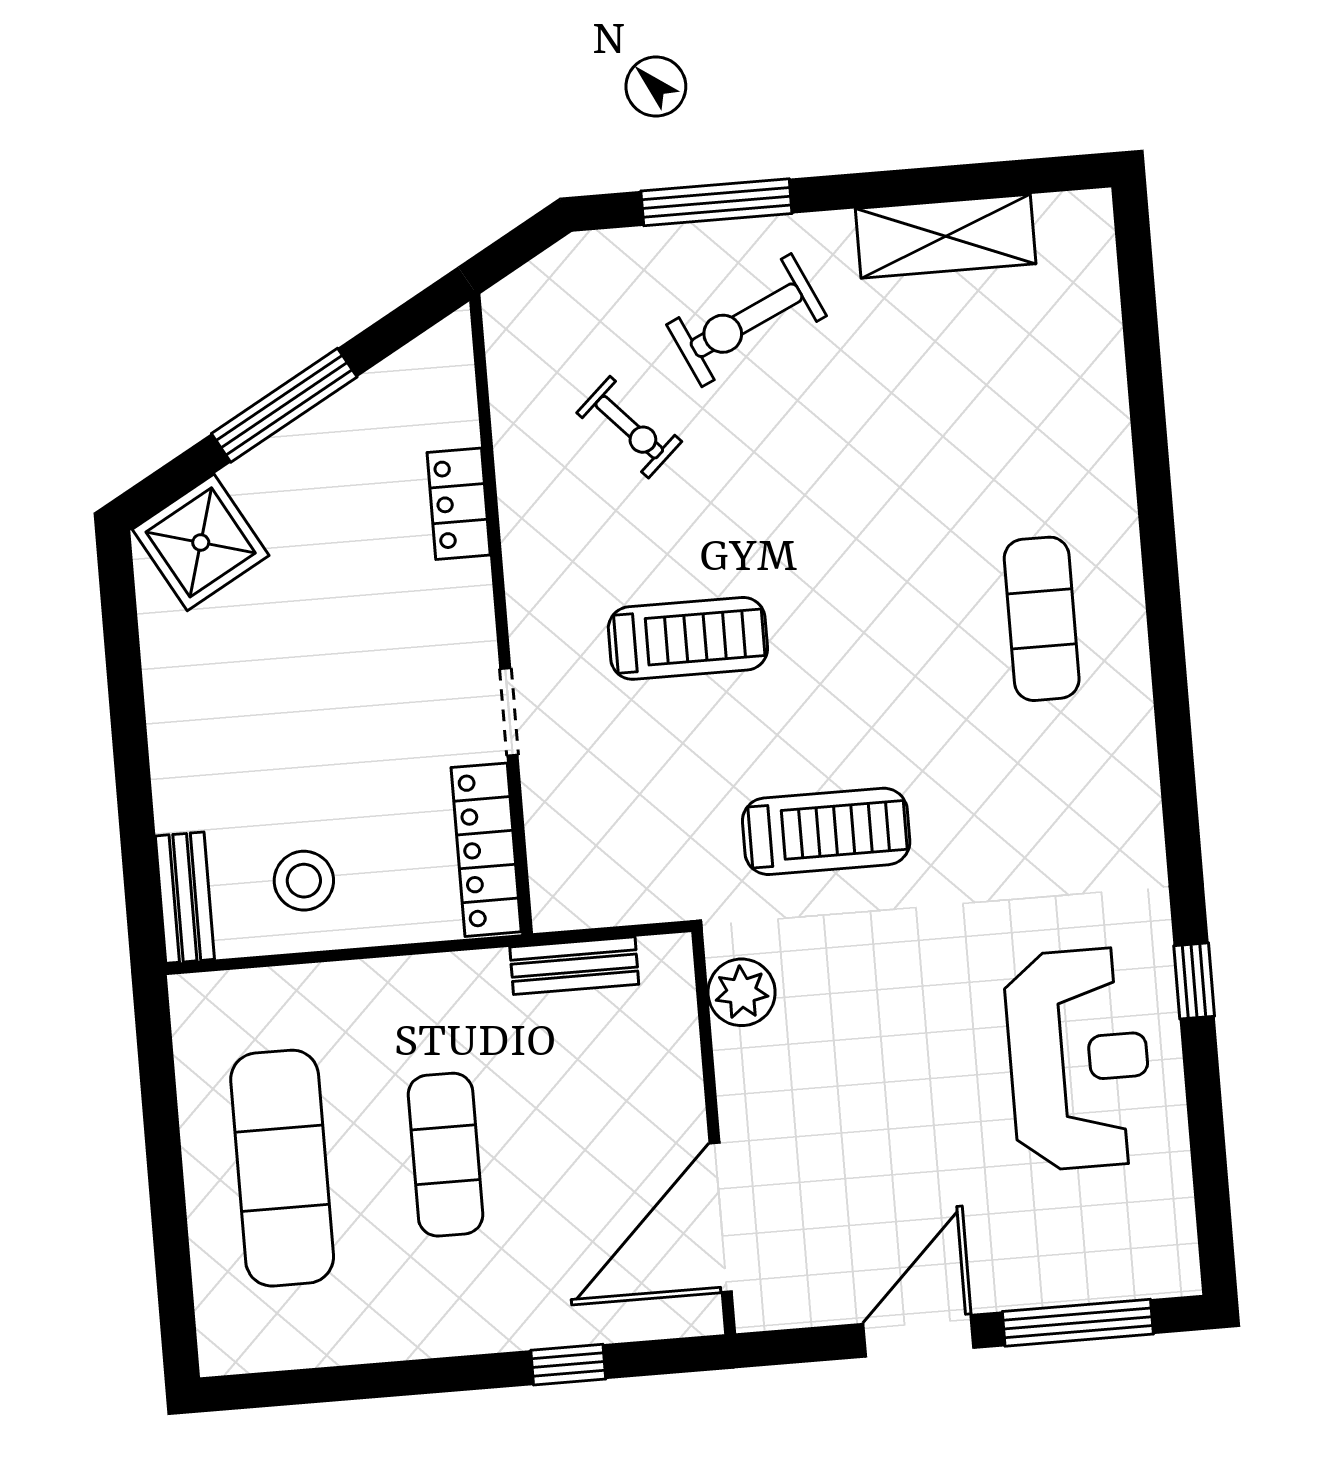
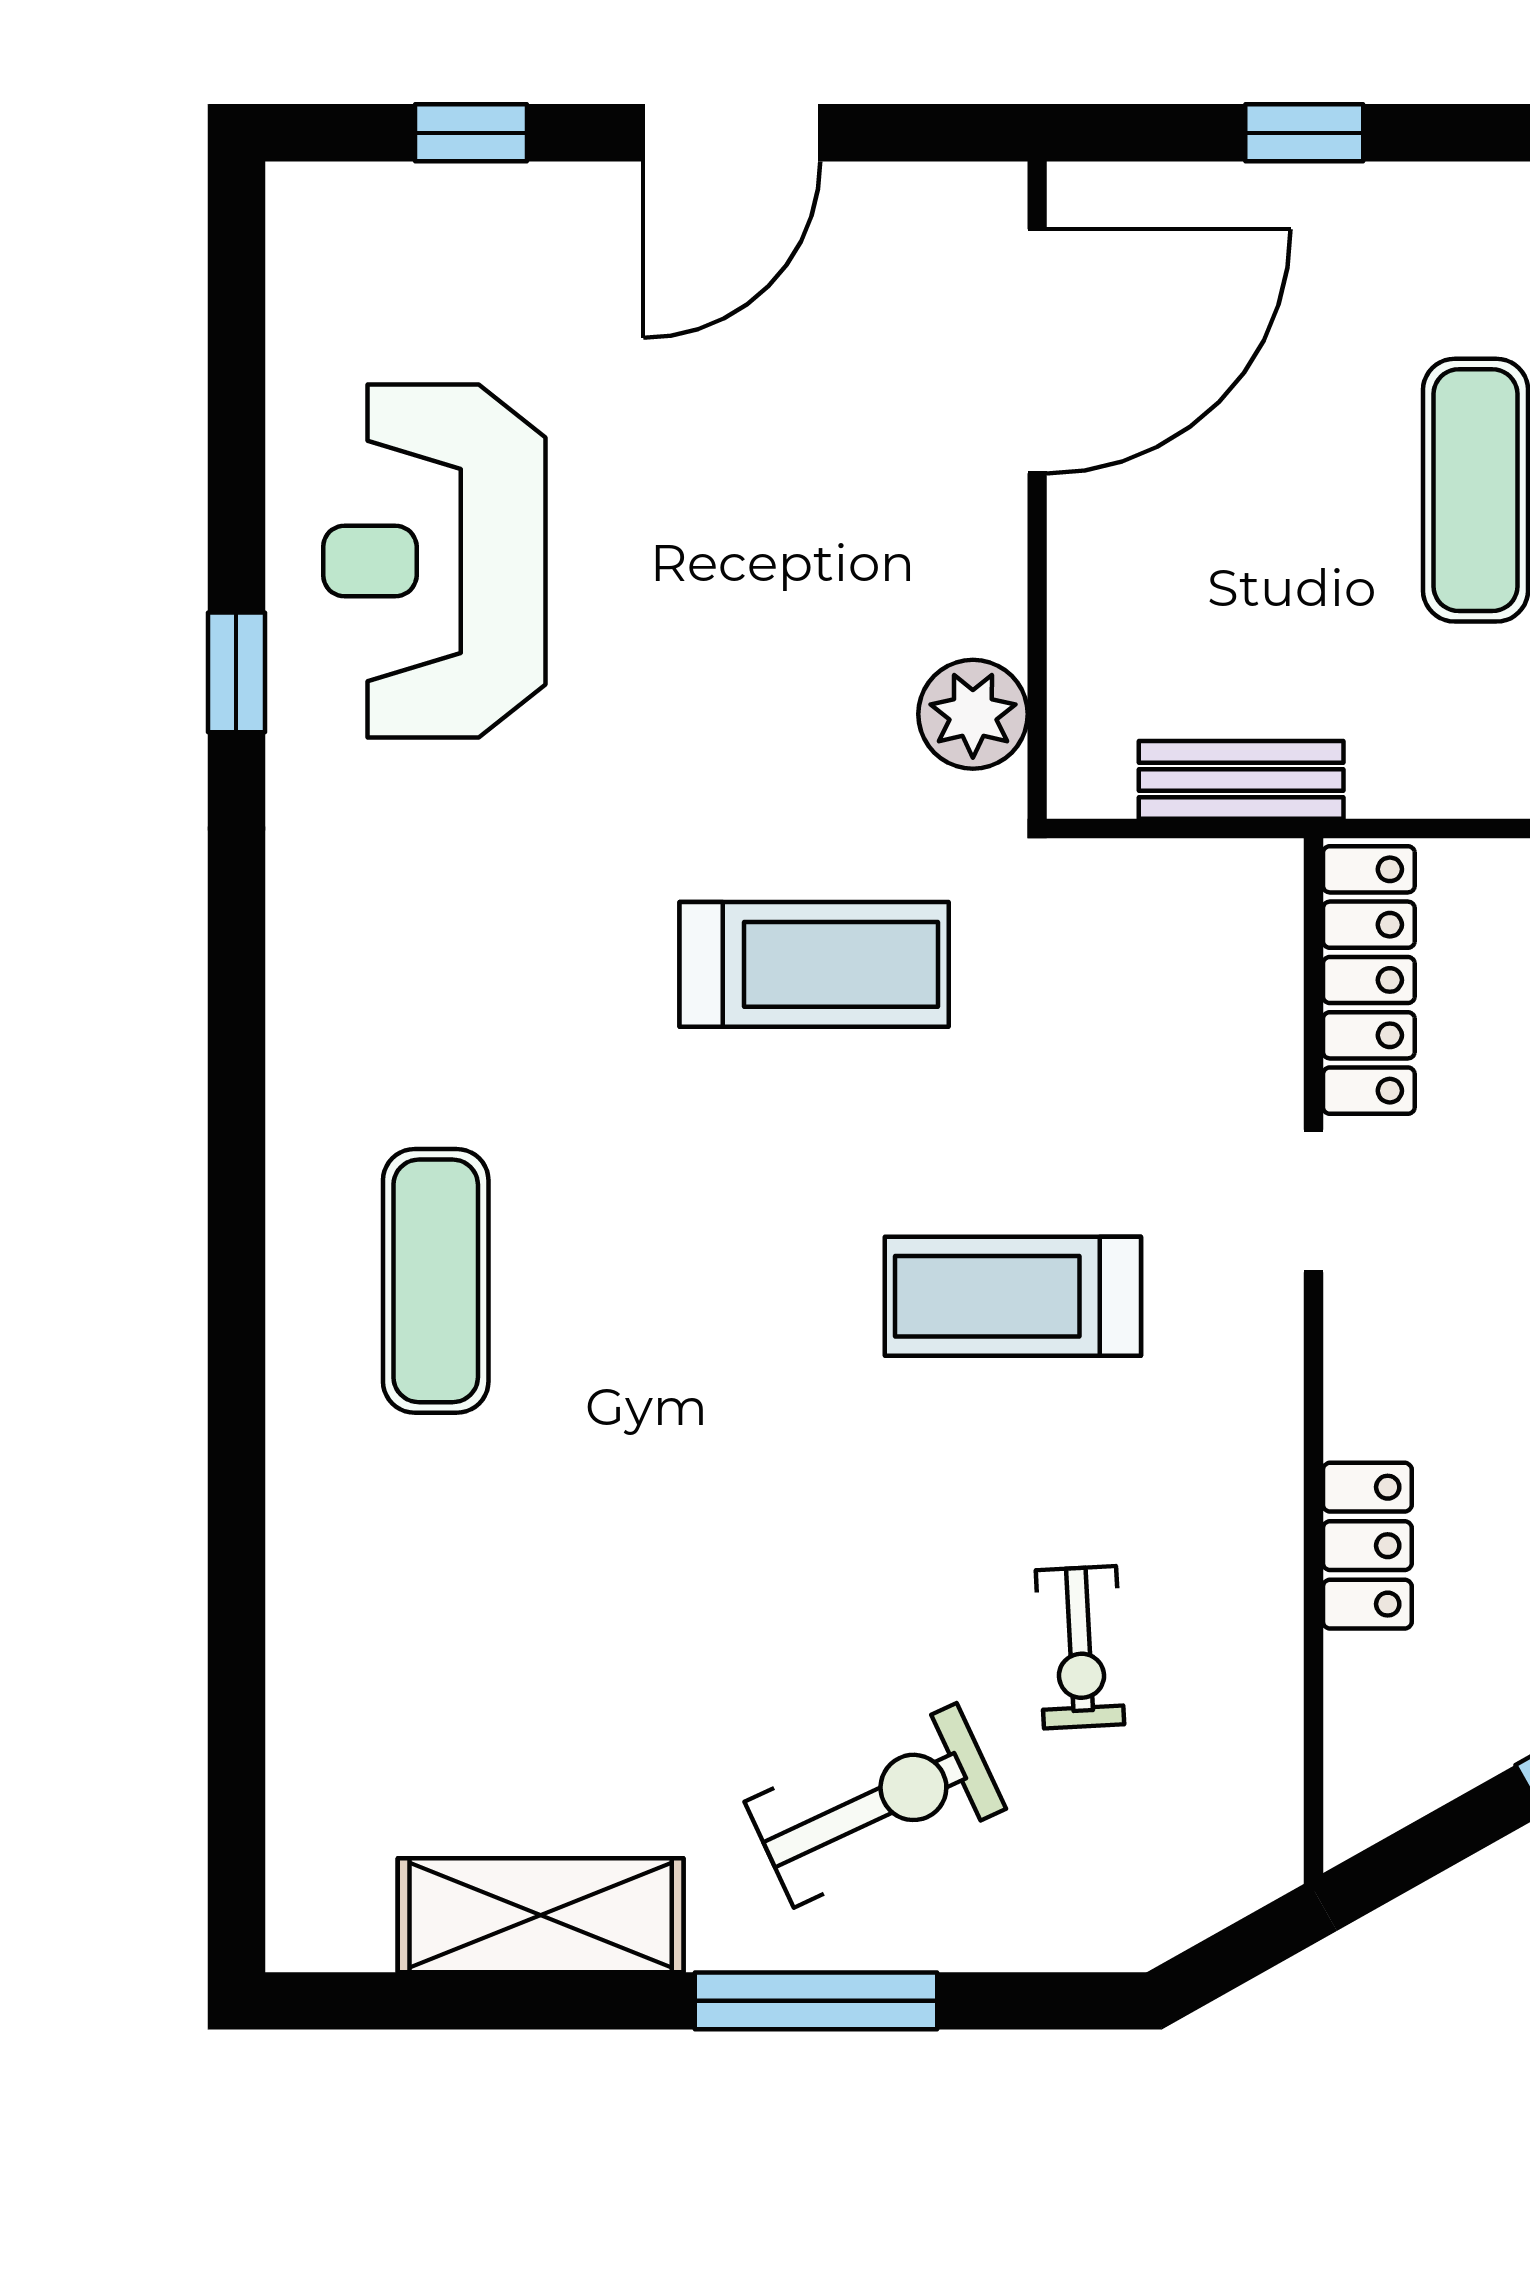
window: (716, 202) -> (816, 2001), moved
exercise bike: (629, 427) -> (1080, 1647), turned -140
treadmill: (826, 831) -> (814, 964), turned 180
window: (1078, 1323) -> (471, 133), width x0.46

